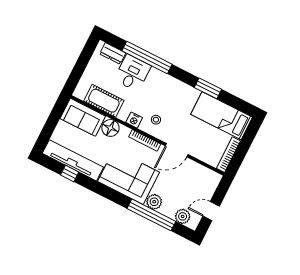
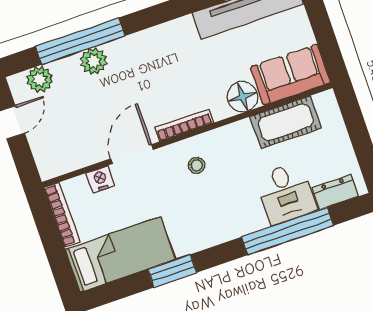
nightstand: (134, 120) -> (100, 179), moved
corner sofa: (128, 177) -> (158, 59), removed

